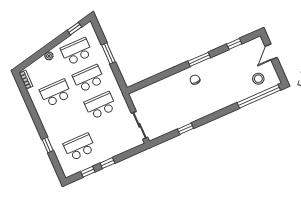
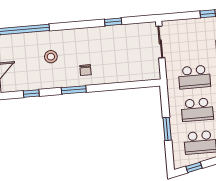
stool: (258, 79) -> (51, 57), moved

